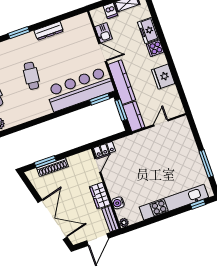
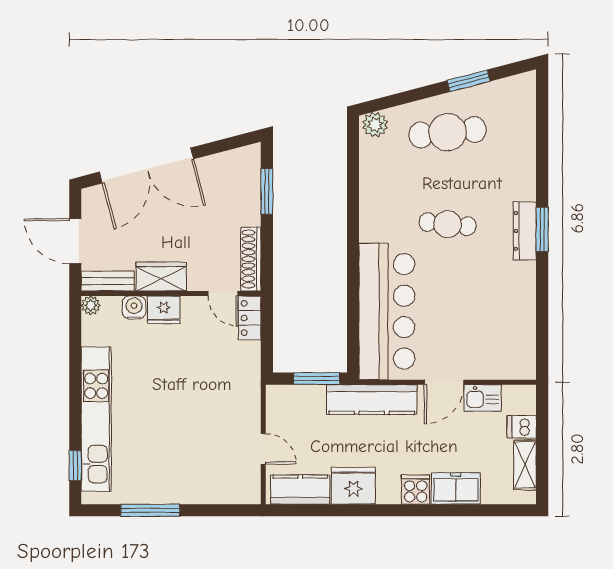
dresser: (49, 31) -> (525, 231), moved
window: (100, 99) -> (353, 344), removed
kitchen counter: (134, 116) -> (300, 490), moved, turned 180
shoe rack: (53, 167) -> (251, 259), moved
fridge: (114, 189) -> (164, 310), added

